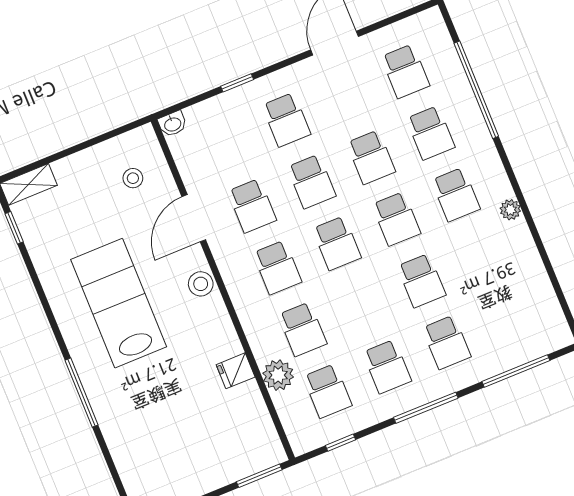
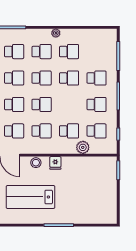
school desk: (481, 256) -> (69, 52), added
fridge: (236, 371) -> (55, 163), moved

